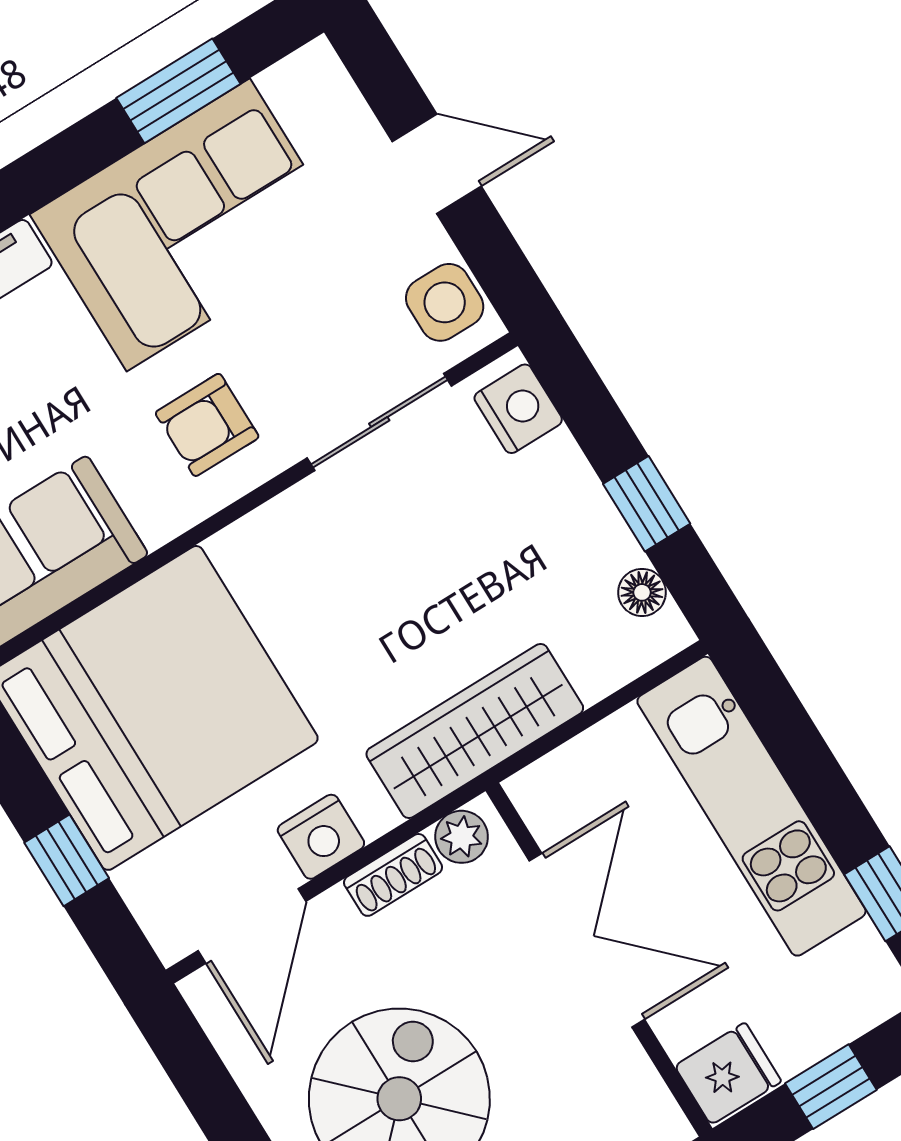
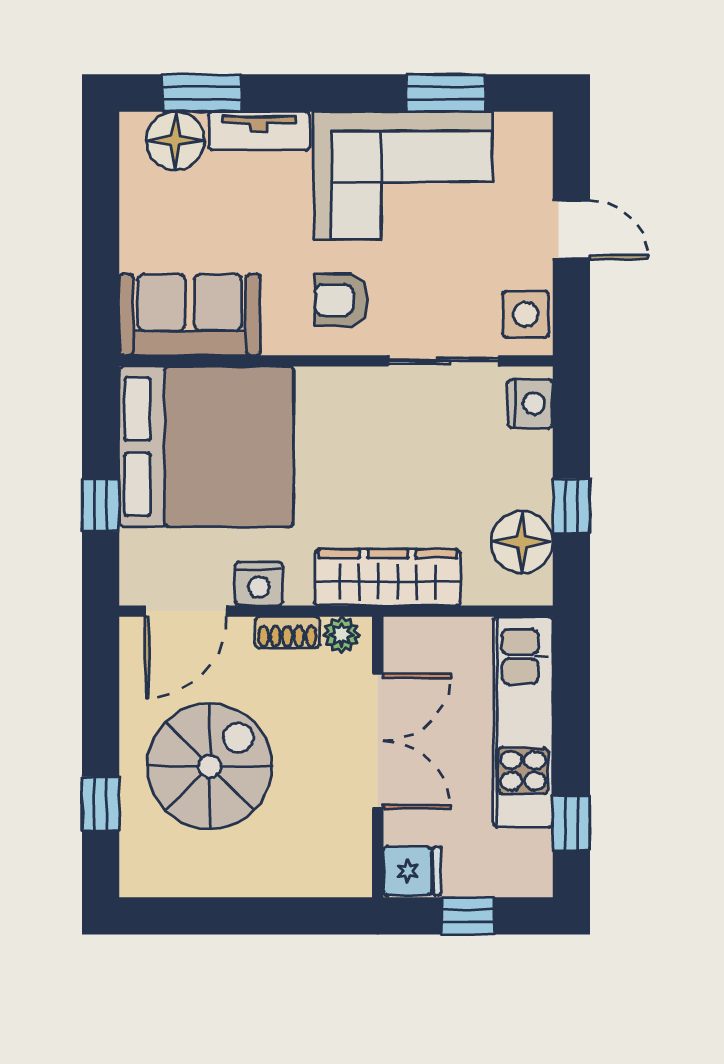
floor lamp: (642, 592) -> (522, 542), width x1.89, depth x1.89

